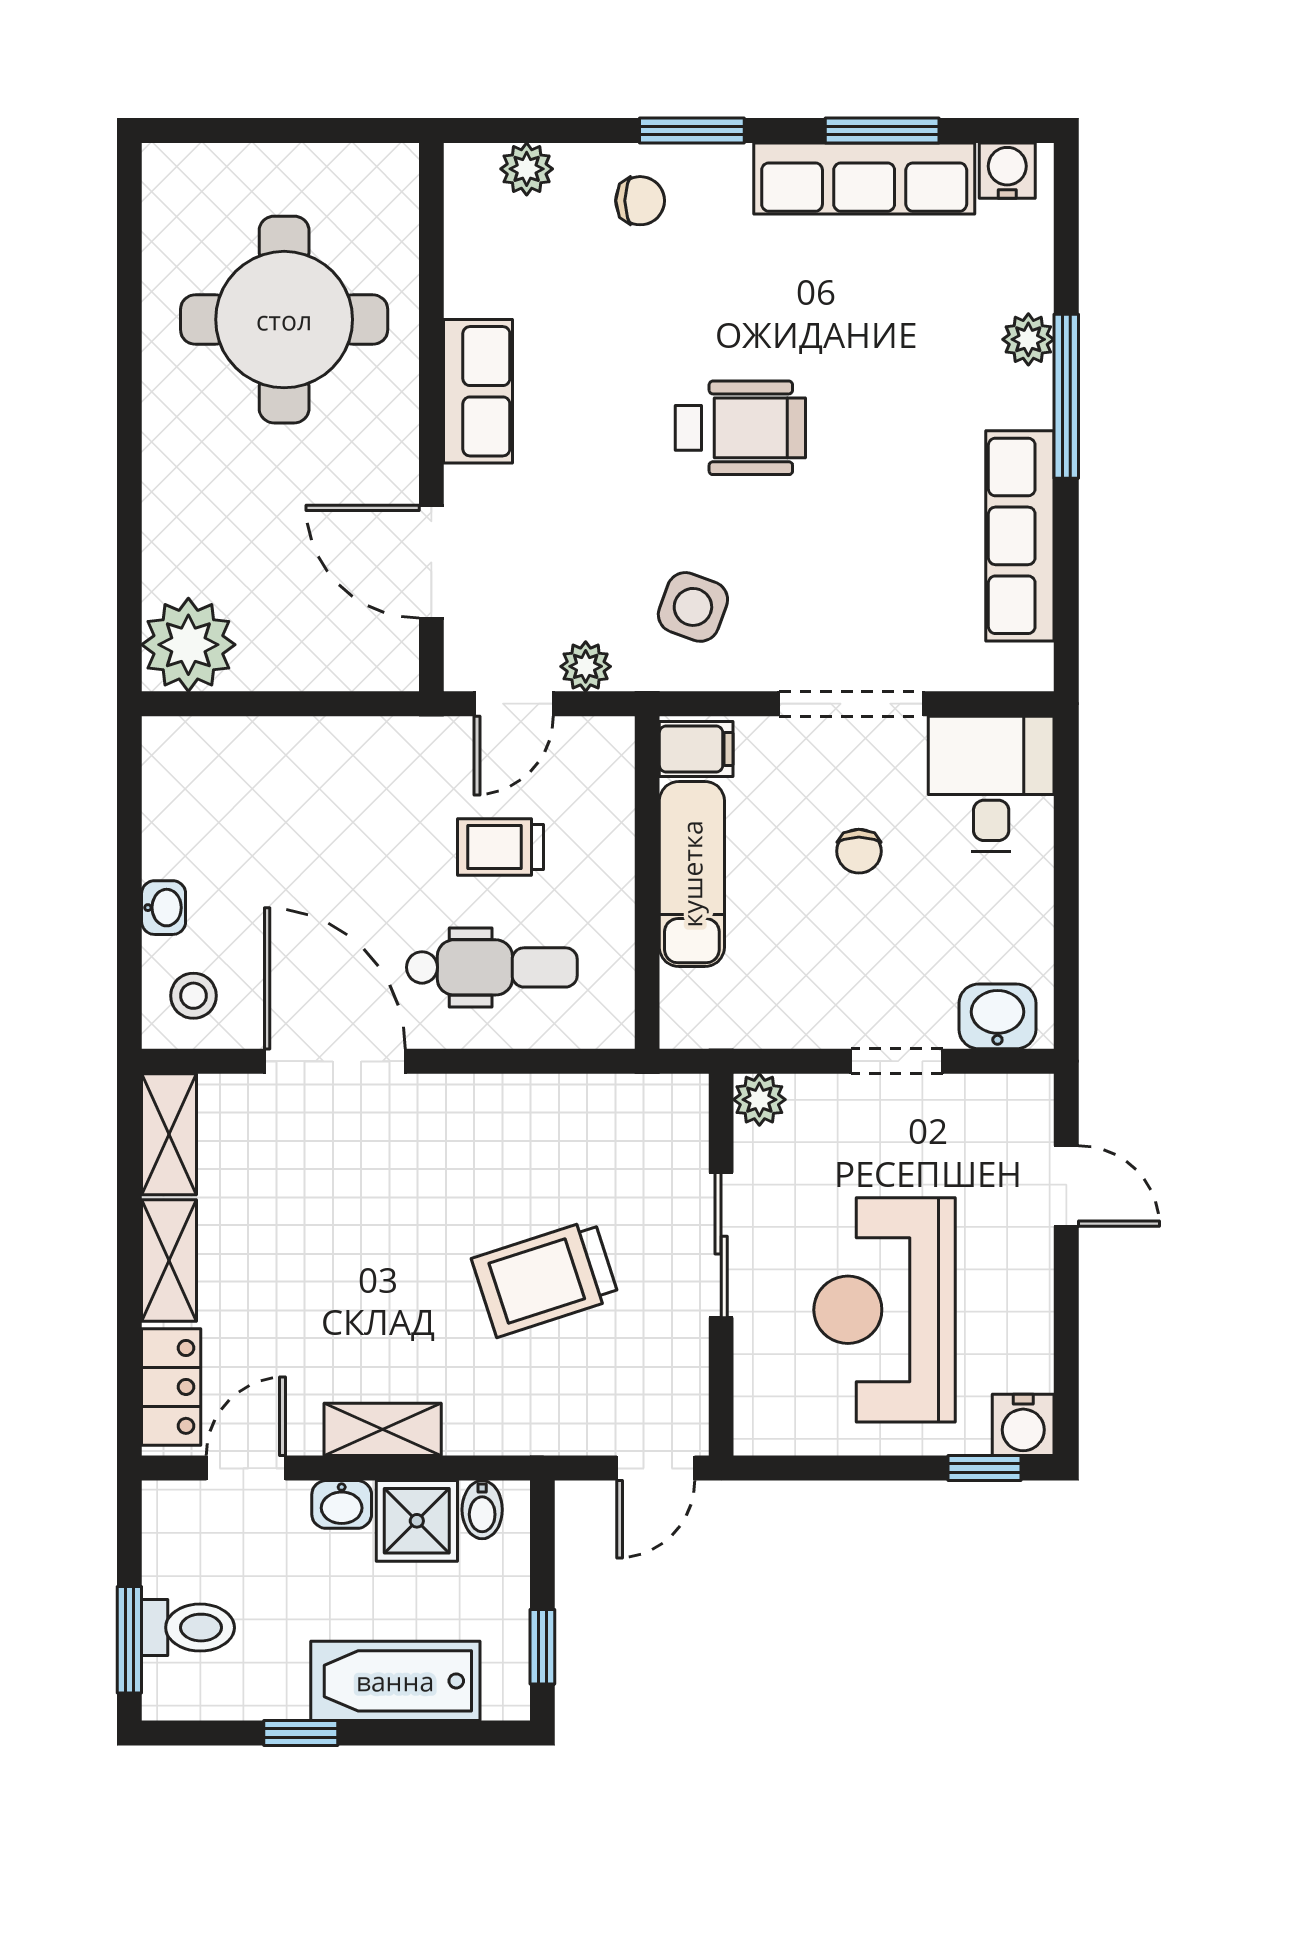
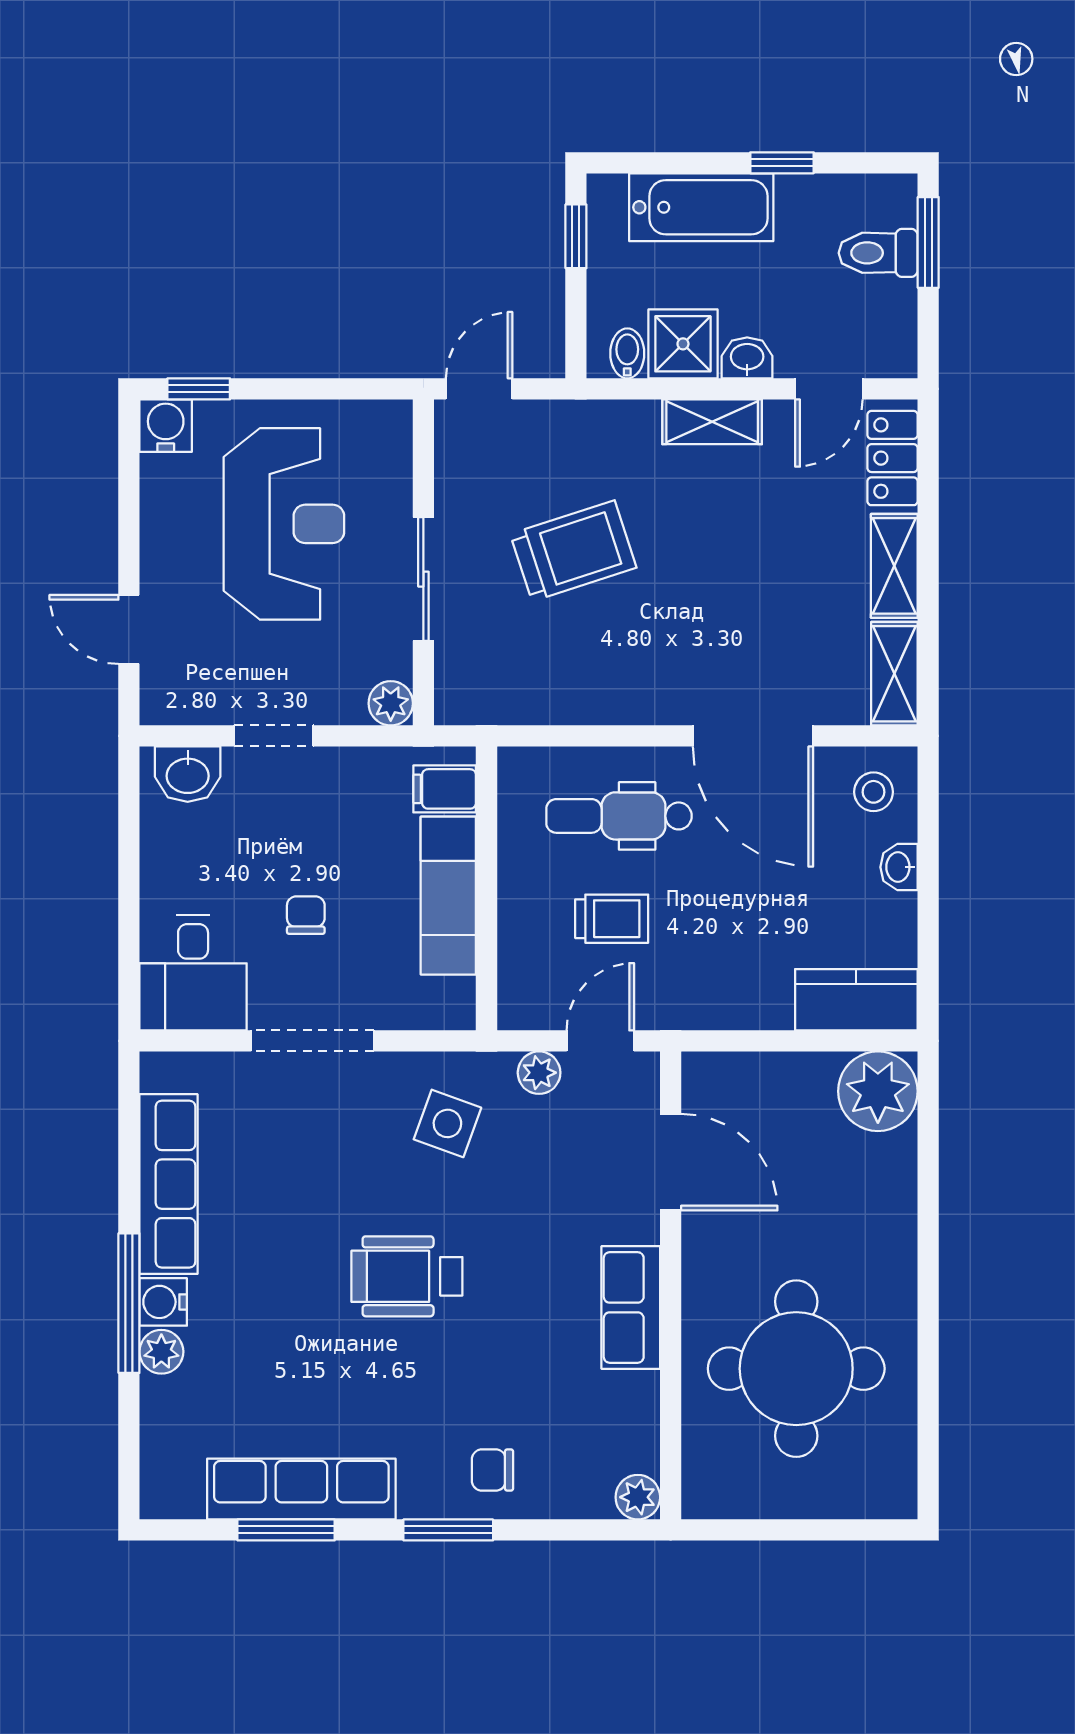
plant: (527, 169) -> (638, 1497), moved
water cooler: (1007, 171) -> (163, 1302), moved, turned 90
filing cabinet: (696, 749) -> (445, 789), moved
kitchen counter: (214, 752) -> (856, 1000), added

